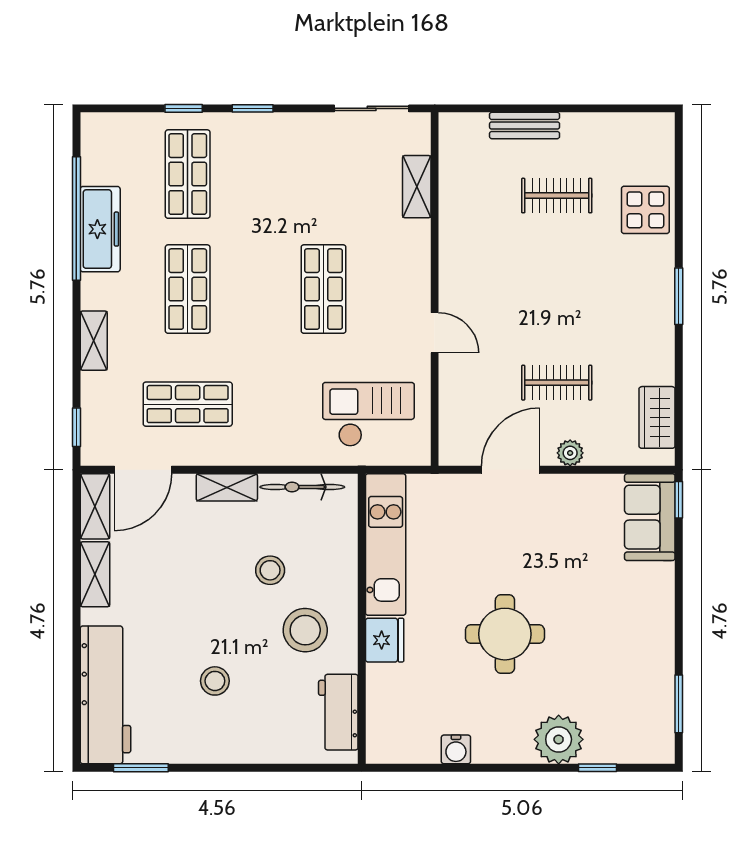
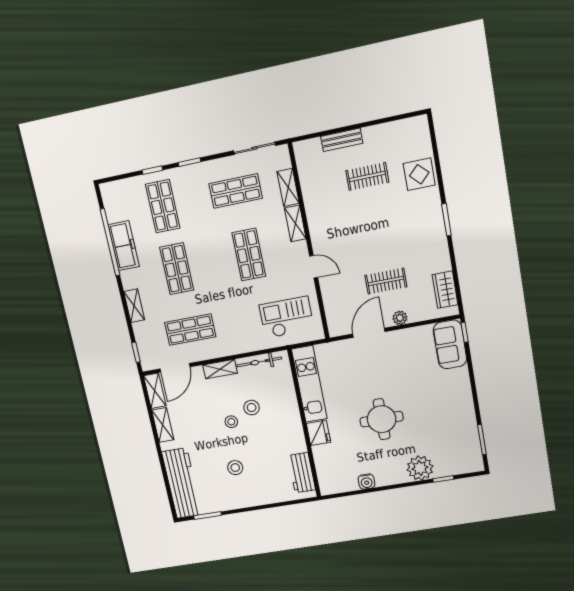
shop shelf: (323, 174) -> (236, 191), added
shelving: (417, 251) -> (295, 223), added
stool: (305, 630) -> (231, 422), moved, width x0.53, depth x0.53

